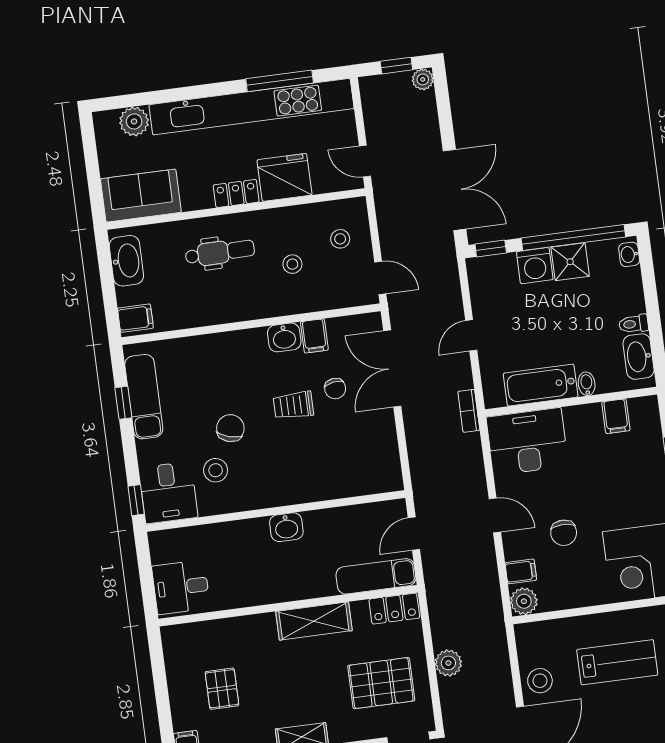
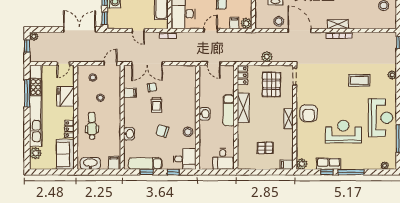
locker: (236, 193) -> (69, 129), moved
washbasin: (284, 337) -> (129, 134), moved
stool: (216, 470) -> (188, 132), moved
window: (136, 500) -> (173, 172), moved
exam couch: (376, 576) -> (229, 110), moved

